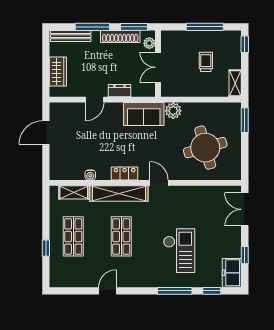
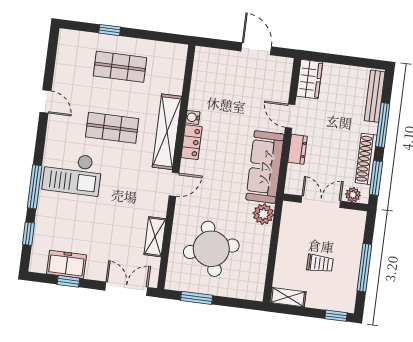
wardrobe: (58, 72) -> (309, 79), moved, turned -90
sofa: (144, 114) -> (265, 167), width x1.36
window: (245, 120) -> (197, 298), moved
water cooler: (90, 175) -> (193, 117), moved
shelving: (74, 192) -> (155, 237), moved
checkout: (179, 251) -> (72, 173), moved
freezer: (232, 273) -> (66, 264), moved

